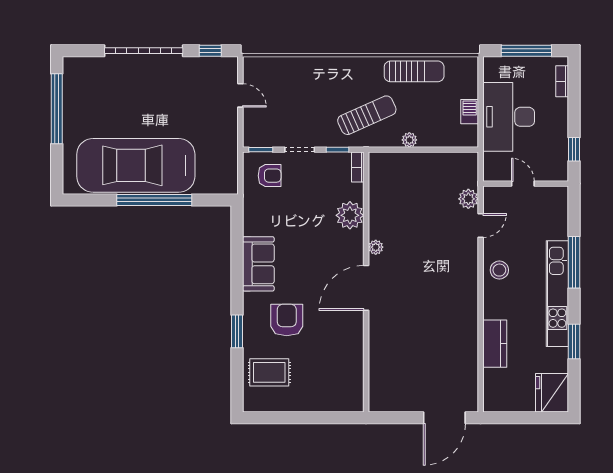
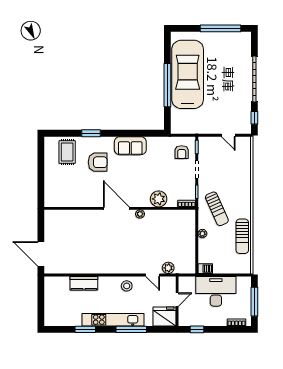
door: (240, 95) -> (228, 135), hinge flipped
barbecue: (470, 112) -> (205, 269), moved
fridge: (552, 393) -> (164, 317), moved

